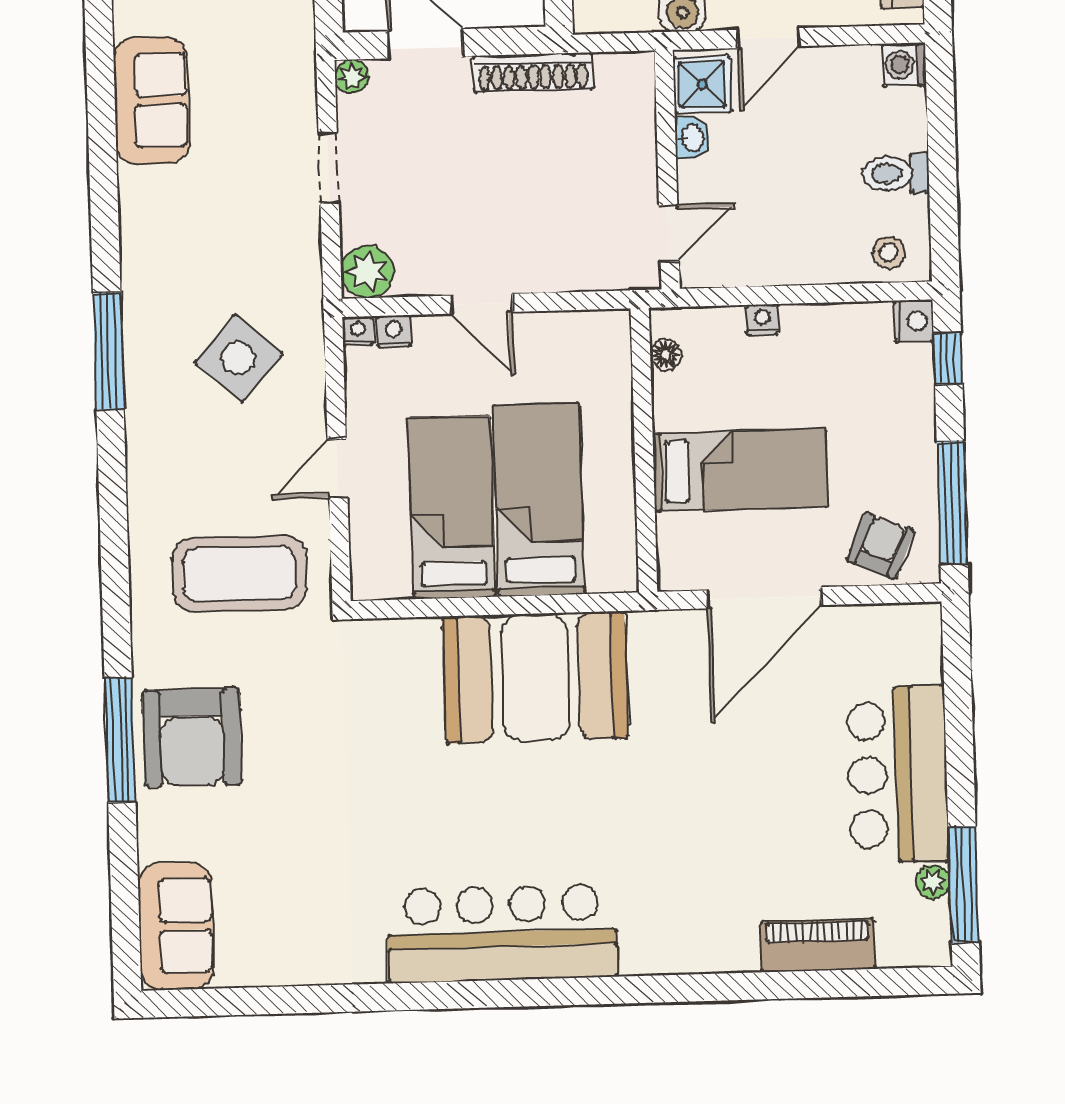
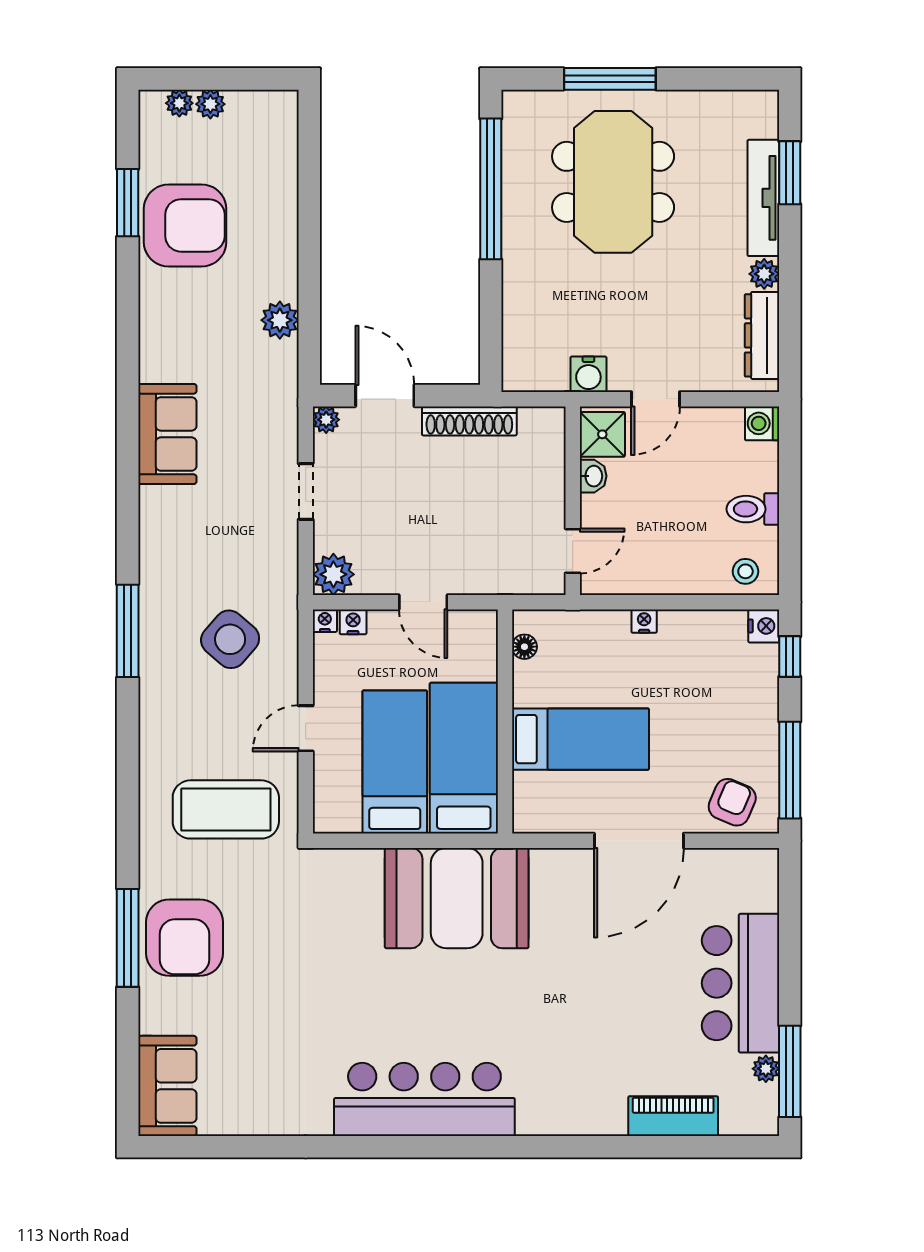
floor lamp: (666, 355) -> (524, 647), moved
wall: (644, 450) -> (505, 721), moved
bed: (740, 470) -> (581, 739), moved

